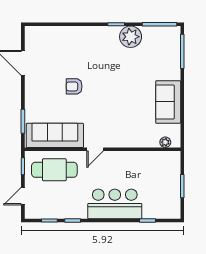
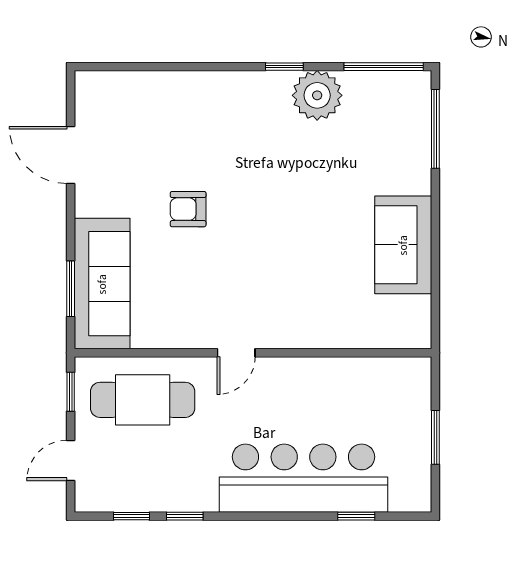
sofa: (55, 135) -> (102, 284), moved, turned 90
plant: (165, 142) -> (397, 337), removed
bar counter: (115, 204) -> (304, 478), width x1.36

